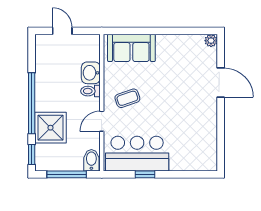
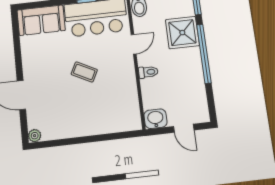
sofa: (131, 48) -> (41, 20), moved, turned 180
washbasin: (91, 73) -> (155, 119), moved, turned -90
coffee table: (127, 98) -> (84, 72), moved, turned 46

